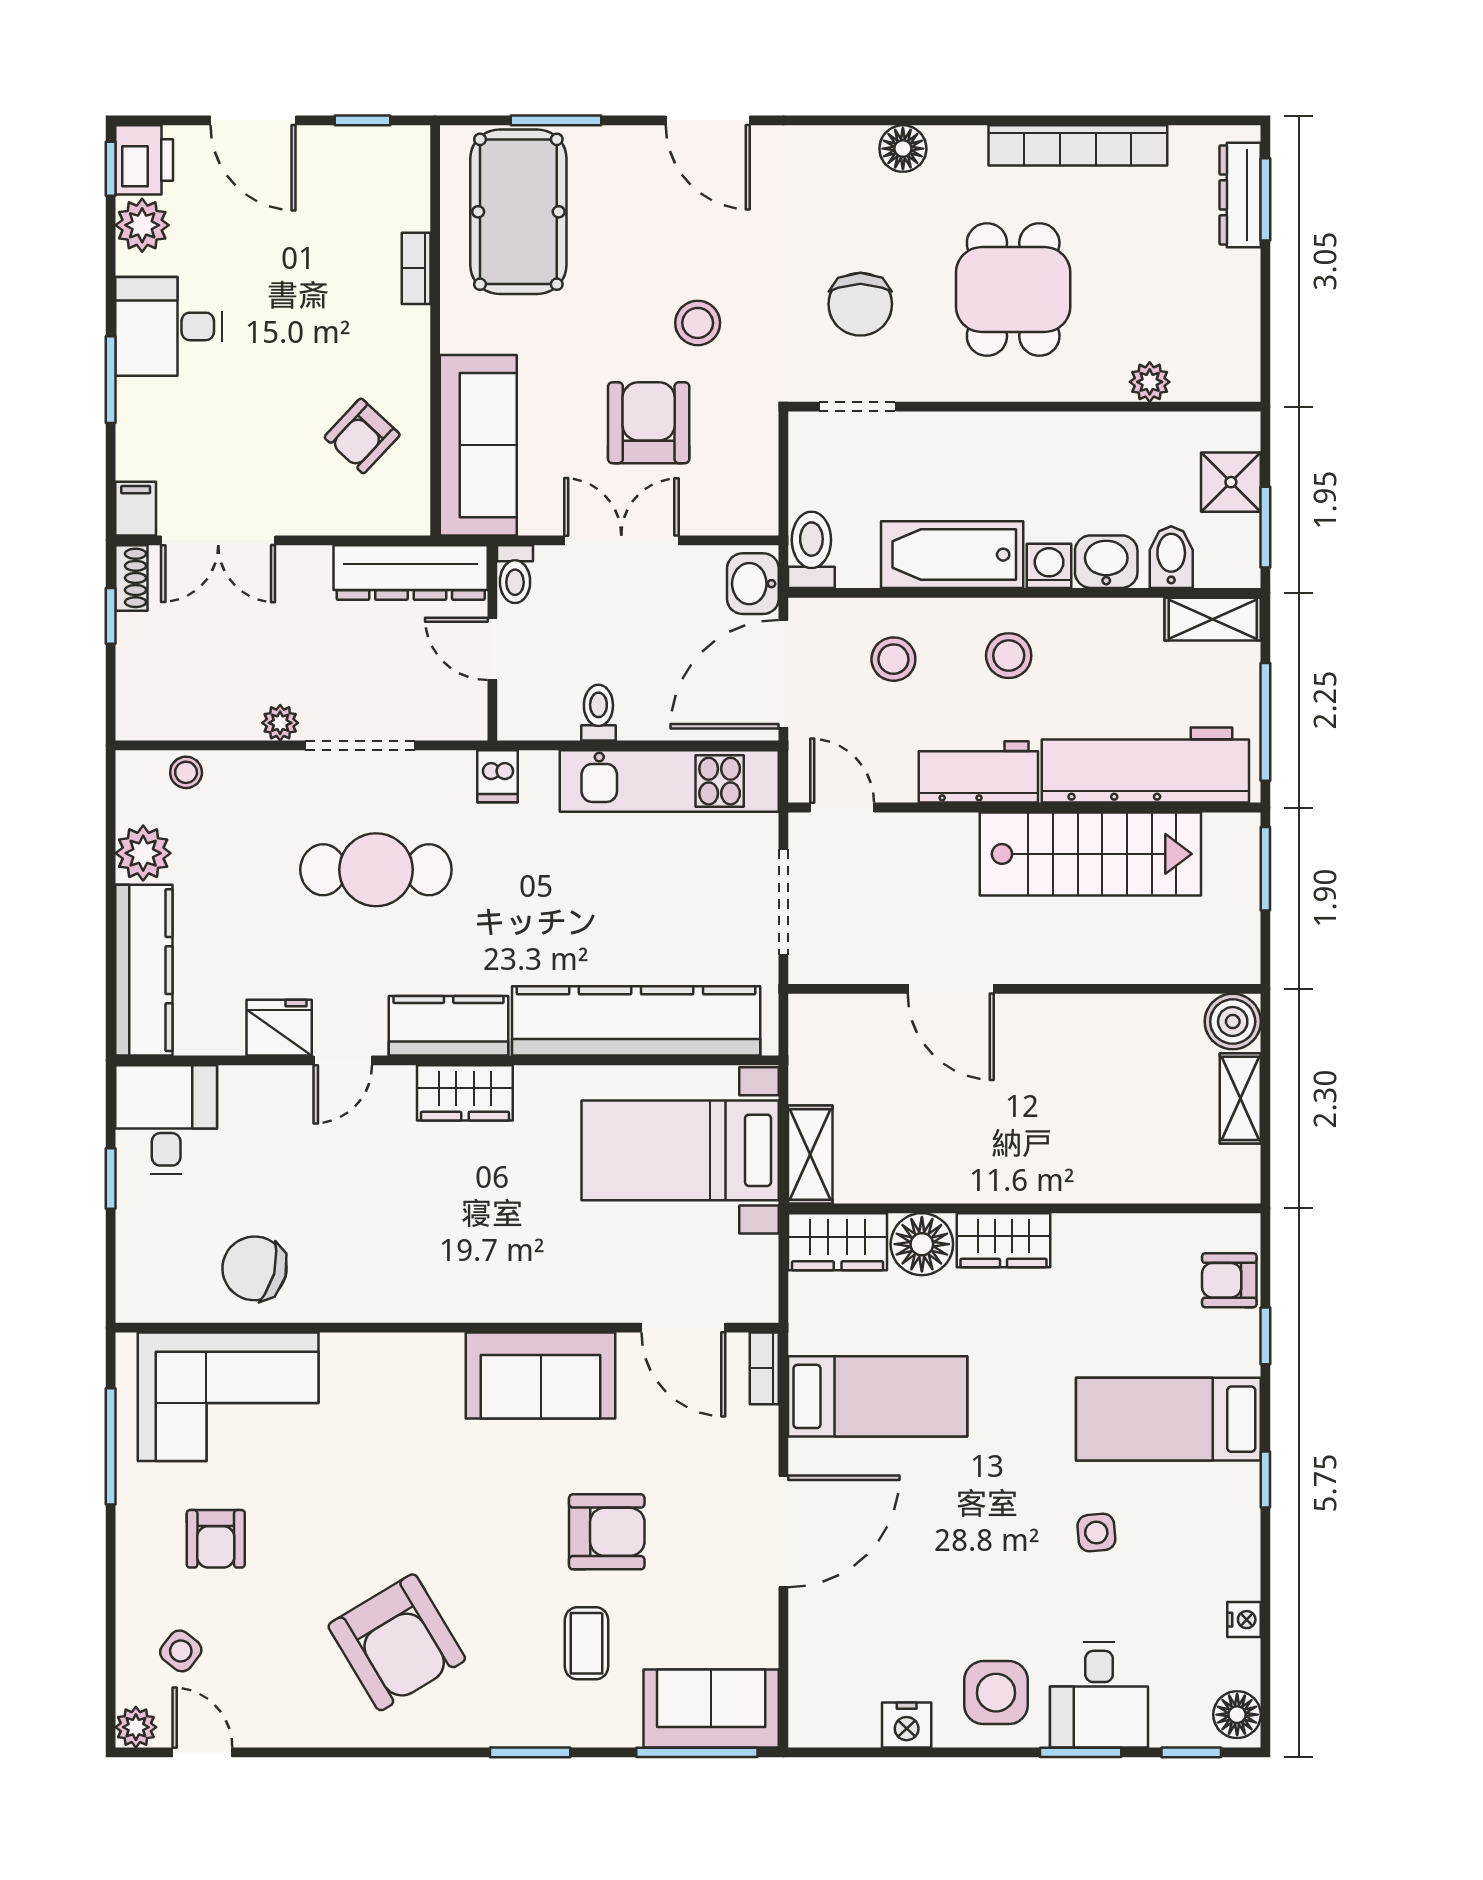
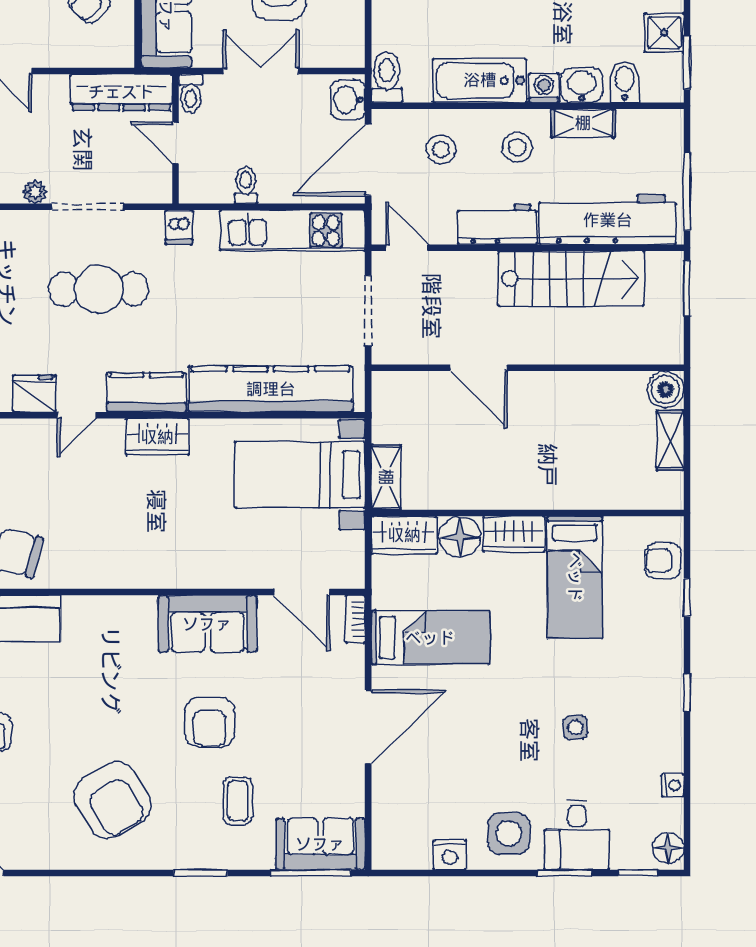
shelving: (1213, 619) -> (583, 123), moved
bed: (1168, 1419) -> (575, 577), moved, turned -90
armchair: (607, 1532) -> (210, 722), moved, turned 90

